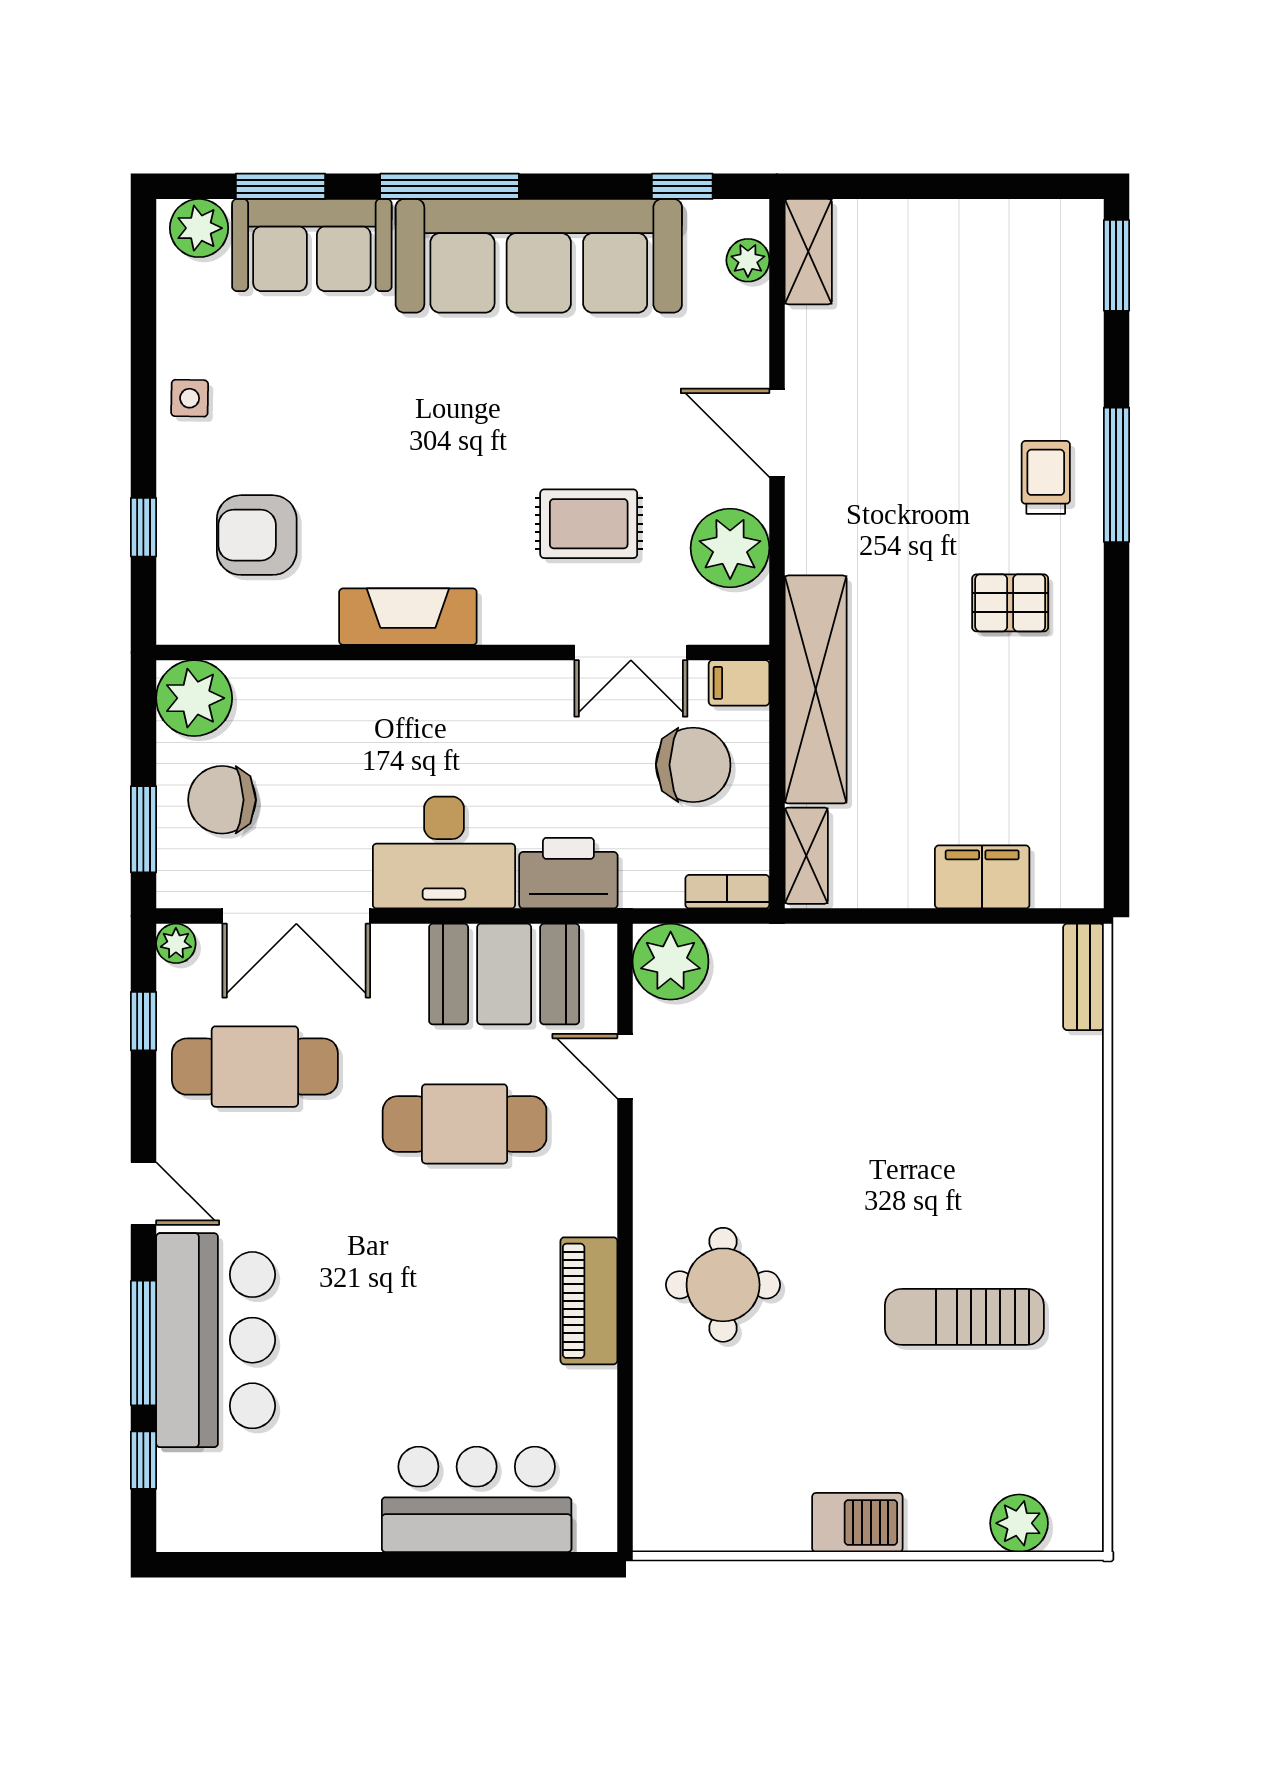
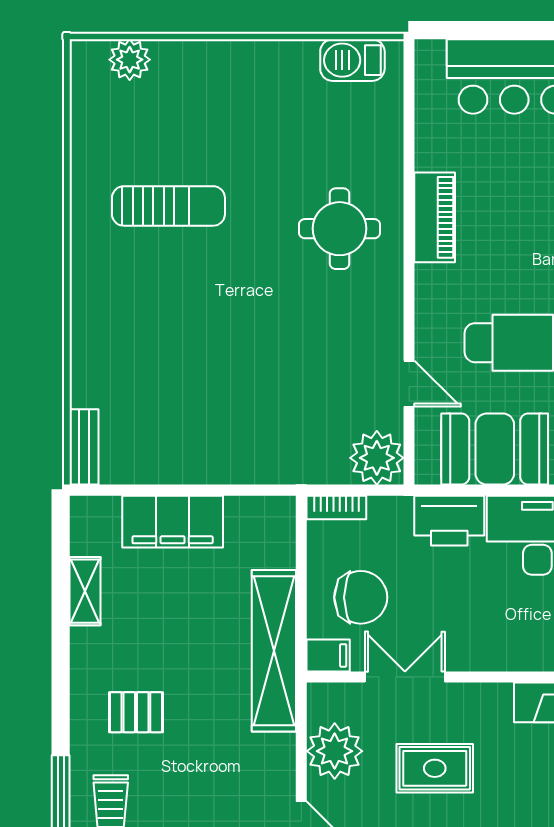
chair: (693, 765) -> (361, 597), turned 180
shelving: (806, 856) -> (85, 591), moved
filing cabinet: (982, 877) -> (173, 522), width x1.50, depth x1.17
barbecue: (857, 1523) -> (352, 60), moved

